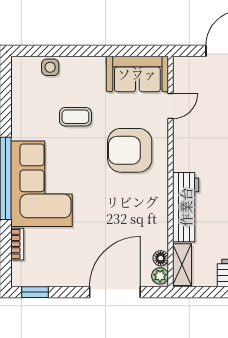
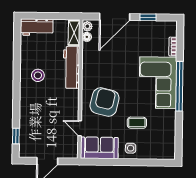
side table: (50, 67) -> (131, 148), moved
door: (170, 106) -> (80, 128), hinge flipped
armchair: (130, 150) -> (105, 102), turned -77
window: (35, 292) -> (148, 17), moved

